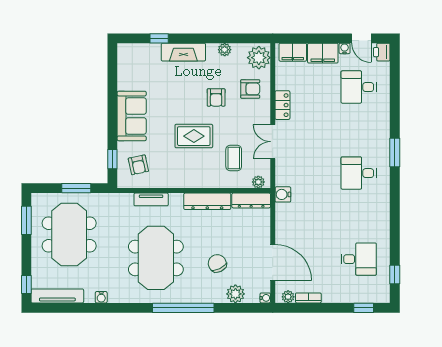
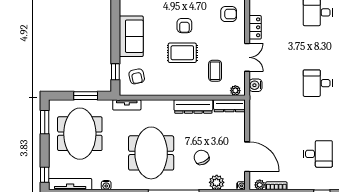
armchair: (216, 97) -> (184, 26), moved
double door: (273, 142) -> (247, 57), swing flipped
water cooler: (283, 194) -> (255, 85), moved
tv unit: (151, 199) -> (127, 105), moved

